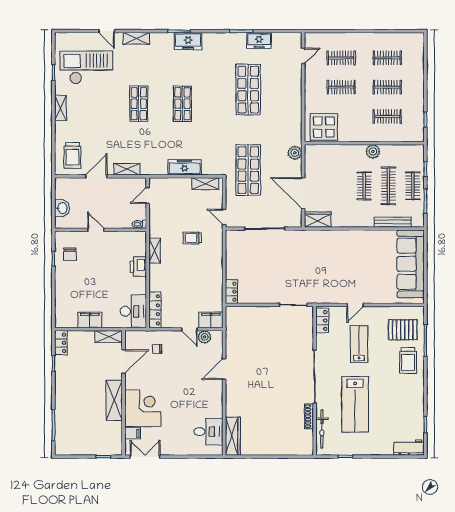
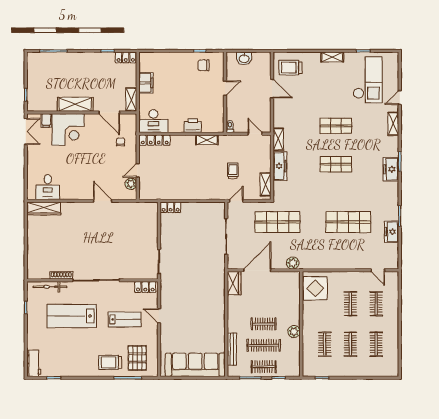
shelving: (127, 169) -> (278, 139), moved
trolley: (192, 238) -> (233, 171), moved
filing cabinet: (211, 320) -> (146, 189), removed

